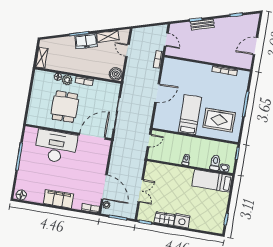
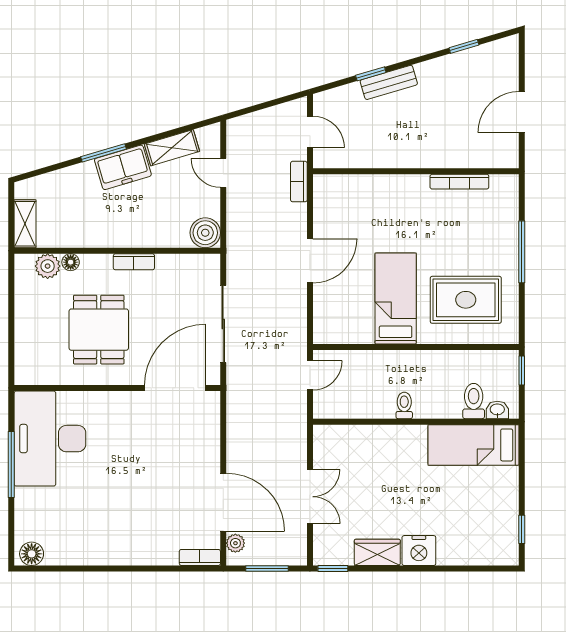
plant: (67, 80) -> (48, 266), moved
desk: (56, 147) -> (50, 439), moved, turned -90
filing cabinet: (58, 199) -> (120, 548), removed

